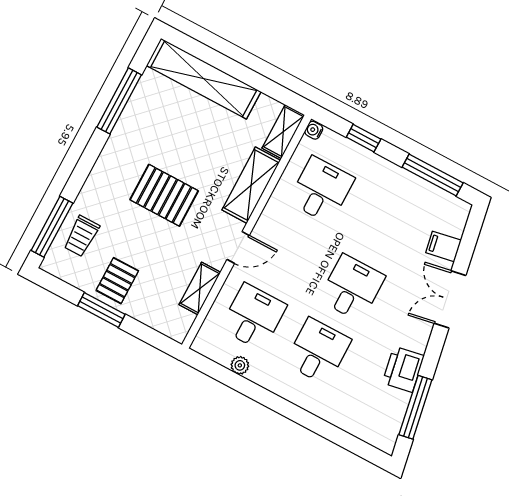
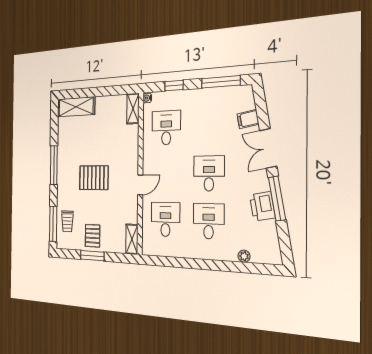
shelving: (204, 79) -> (76, 107), width x0.68
window: (119, 101) -> (54, 165), moved
shelving: (251, 185) -> (131, 147), removed
shelving: (200, 288) -> (132, 239), moved
plant: (240, 365) -> (244, 256), moved
window: (415, 407) -> (277, 199), moved

